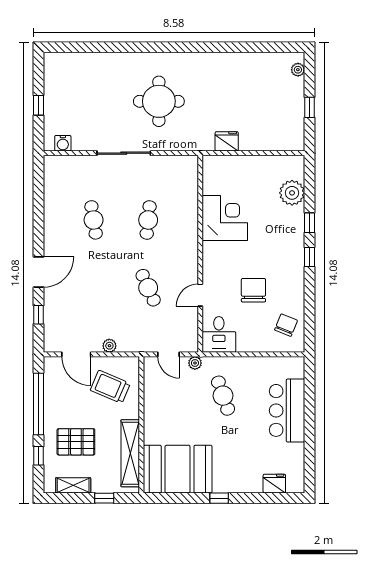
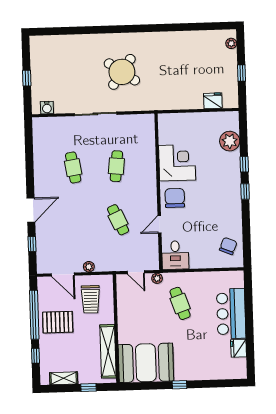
round table: (159, 101) -> (122, 72), turned 35
fridge: (227, 141) -> (213, 101), moved
chair: (253, 290) -> (175, 198), moved
trolley: (110, 387) -> (91, 299), turned -113
pallet: (76, 442) -> (58, 322), moved
fridge: (274, 484) -> (239, 348), moved, turned -90

